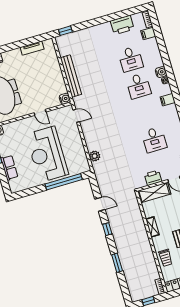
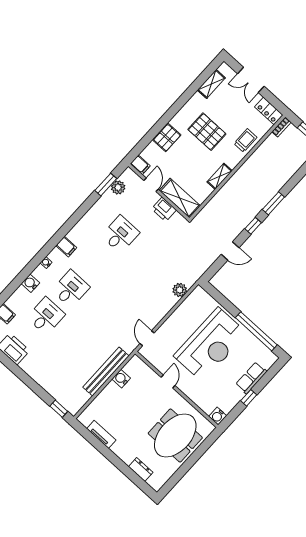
water cooler: (161, 72) -> (30, 283), moved
water cooler: (65, 99) -> (121, 379), moved
window: (64, 182) -> (256, 331), moved
door: (100, 204) -> (230, 251), swing flipped
window: (117, 263) -> (273, 203), moved

